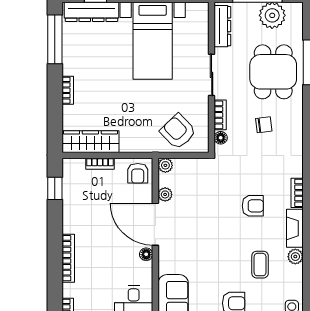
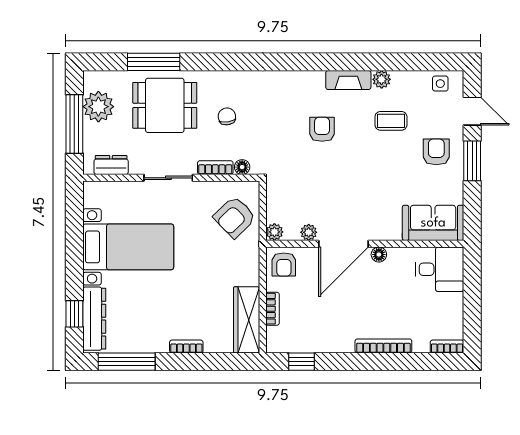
dresser: (222, 26) -> (111, 165), width x0.70
armchair: (138, 173) -> (284, 264), turned 90
bookcase: (297, 193) -> (307, 77), removed

